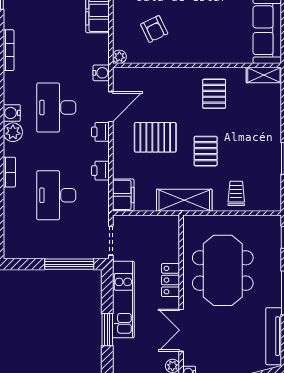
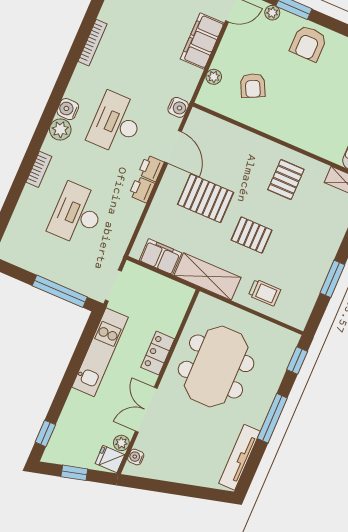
plant: (119, 57) -> (214, 77), moved
door: (111, 107) -> (173, 147), hinge flipped
pallet: (206, 151) -> (252, 235), turned 90
printer: (100, 171) -> (142, 190), moved
trolley: (236, 193) -> (264, 293), turned 90
filing cabinet: (123, 195) -> (160, 257), moved, turned -90
window: (107, 330) -> (70, 376), removed

